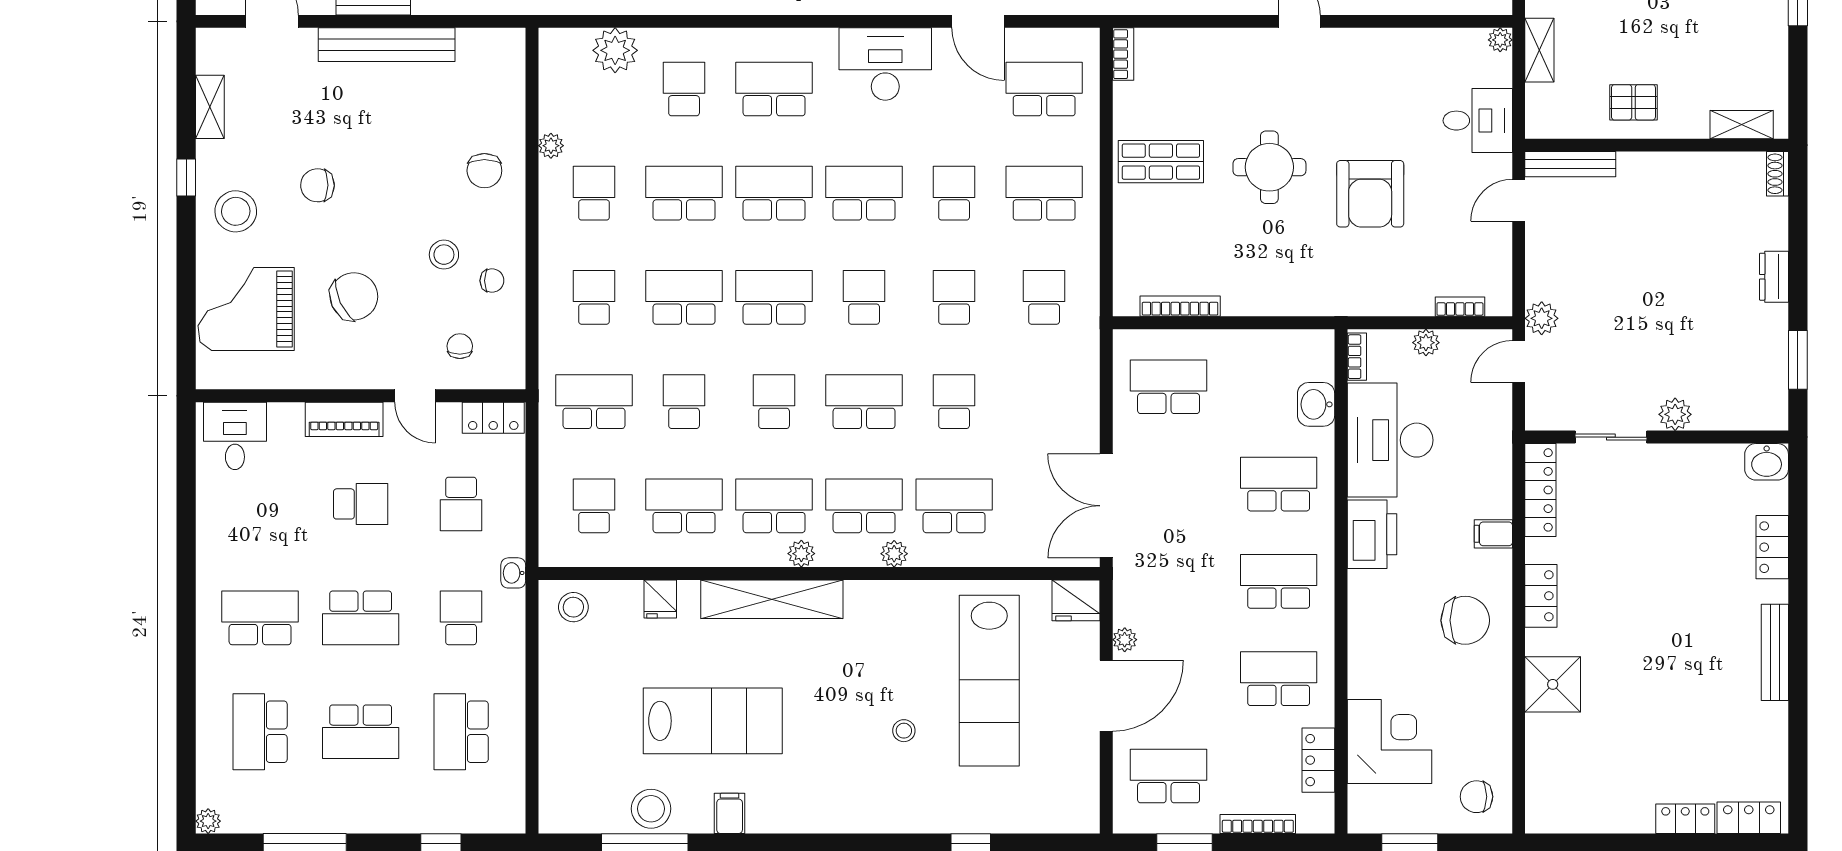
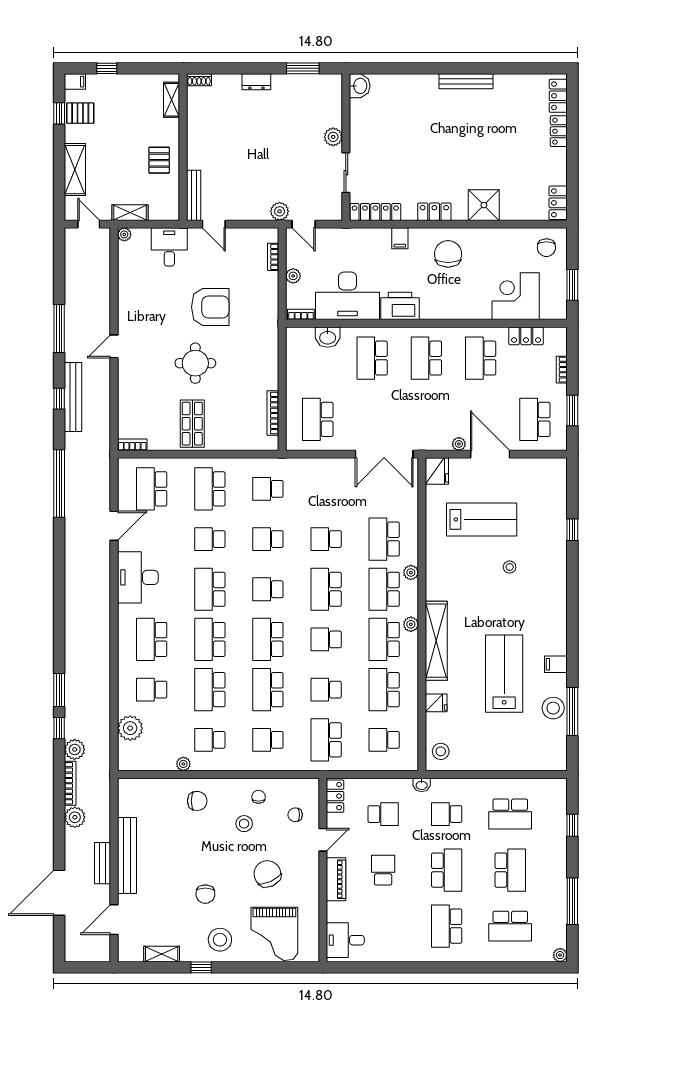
locker: (1772, 547) -> (558, 203), moved, turned 90
lab bench: (989, 681) -> (482, 519), width x0.73
bookcase: (1258, 824) -> (562, 370), width x0.64

